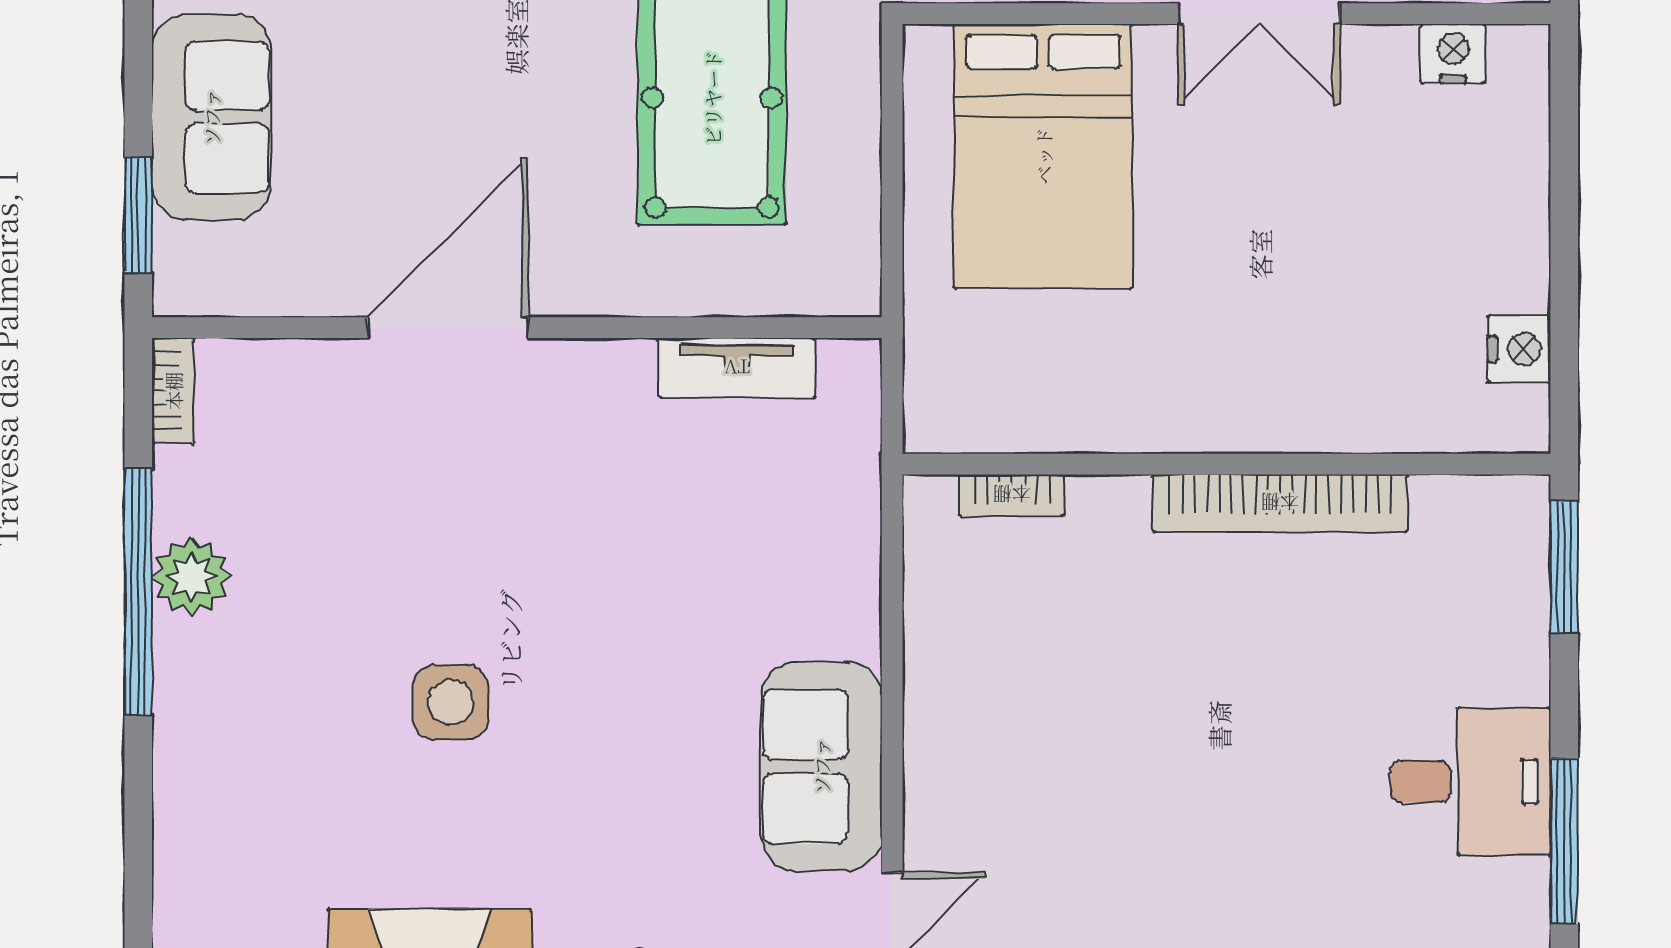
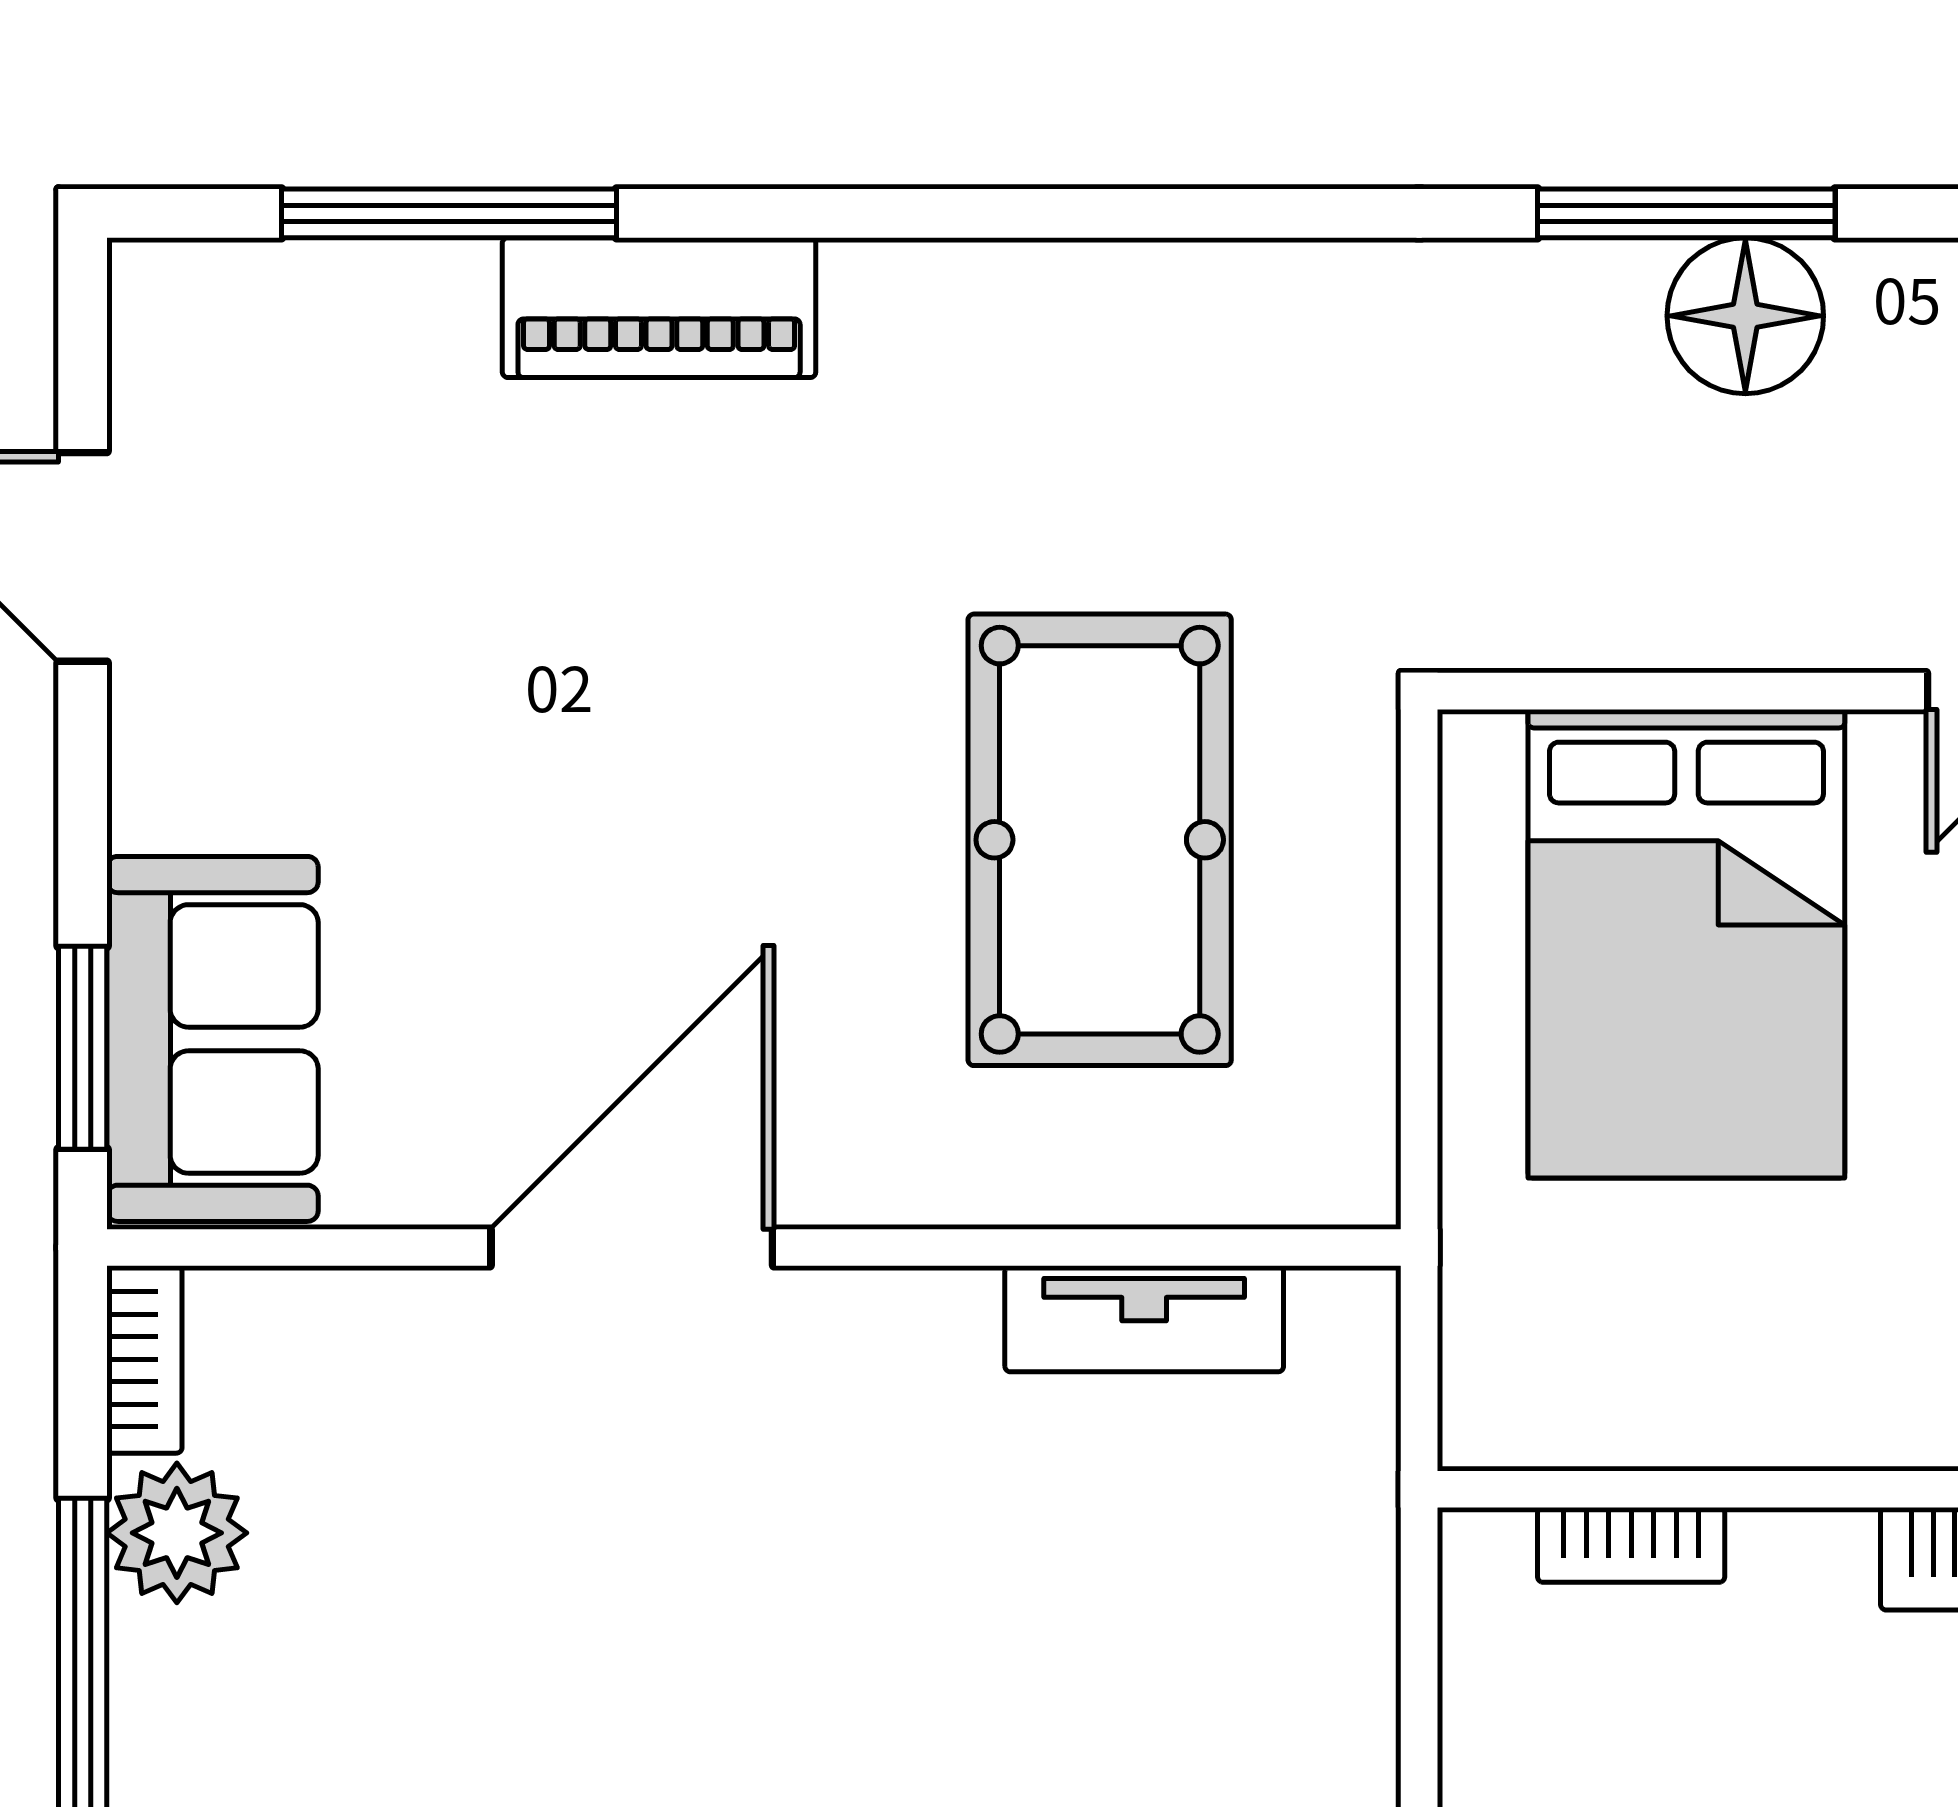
sofa: (211, 117) -> (213, 1039), moved
plant: (191, 577) -> (177, 1533), moved

